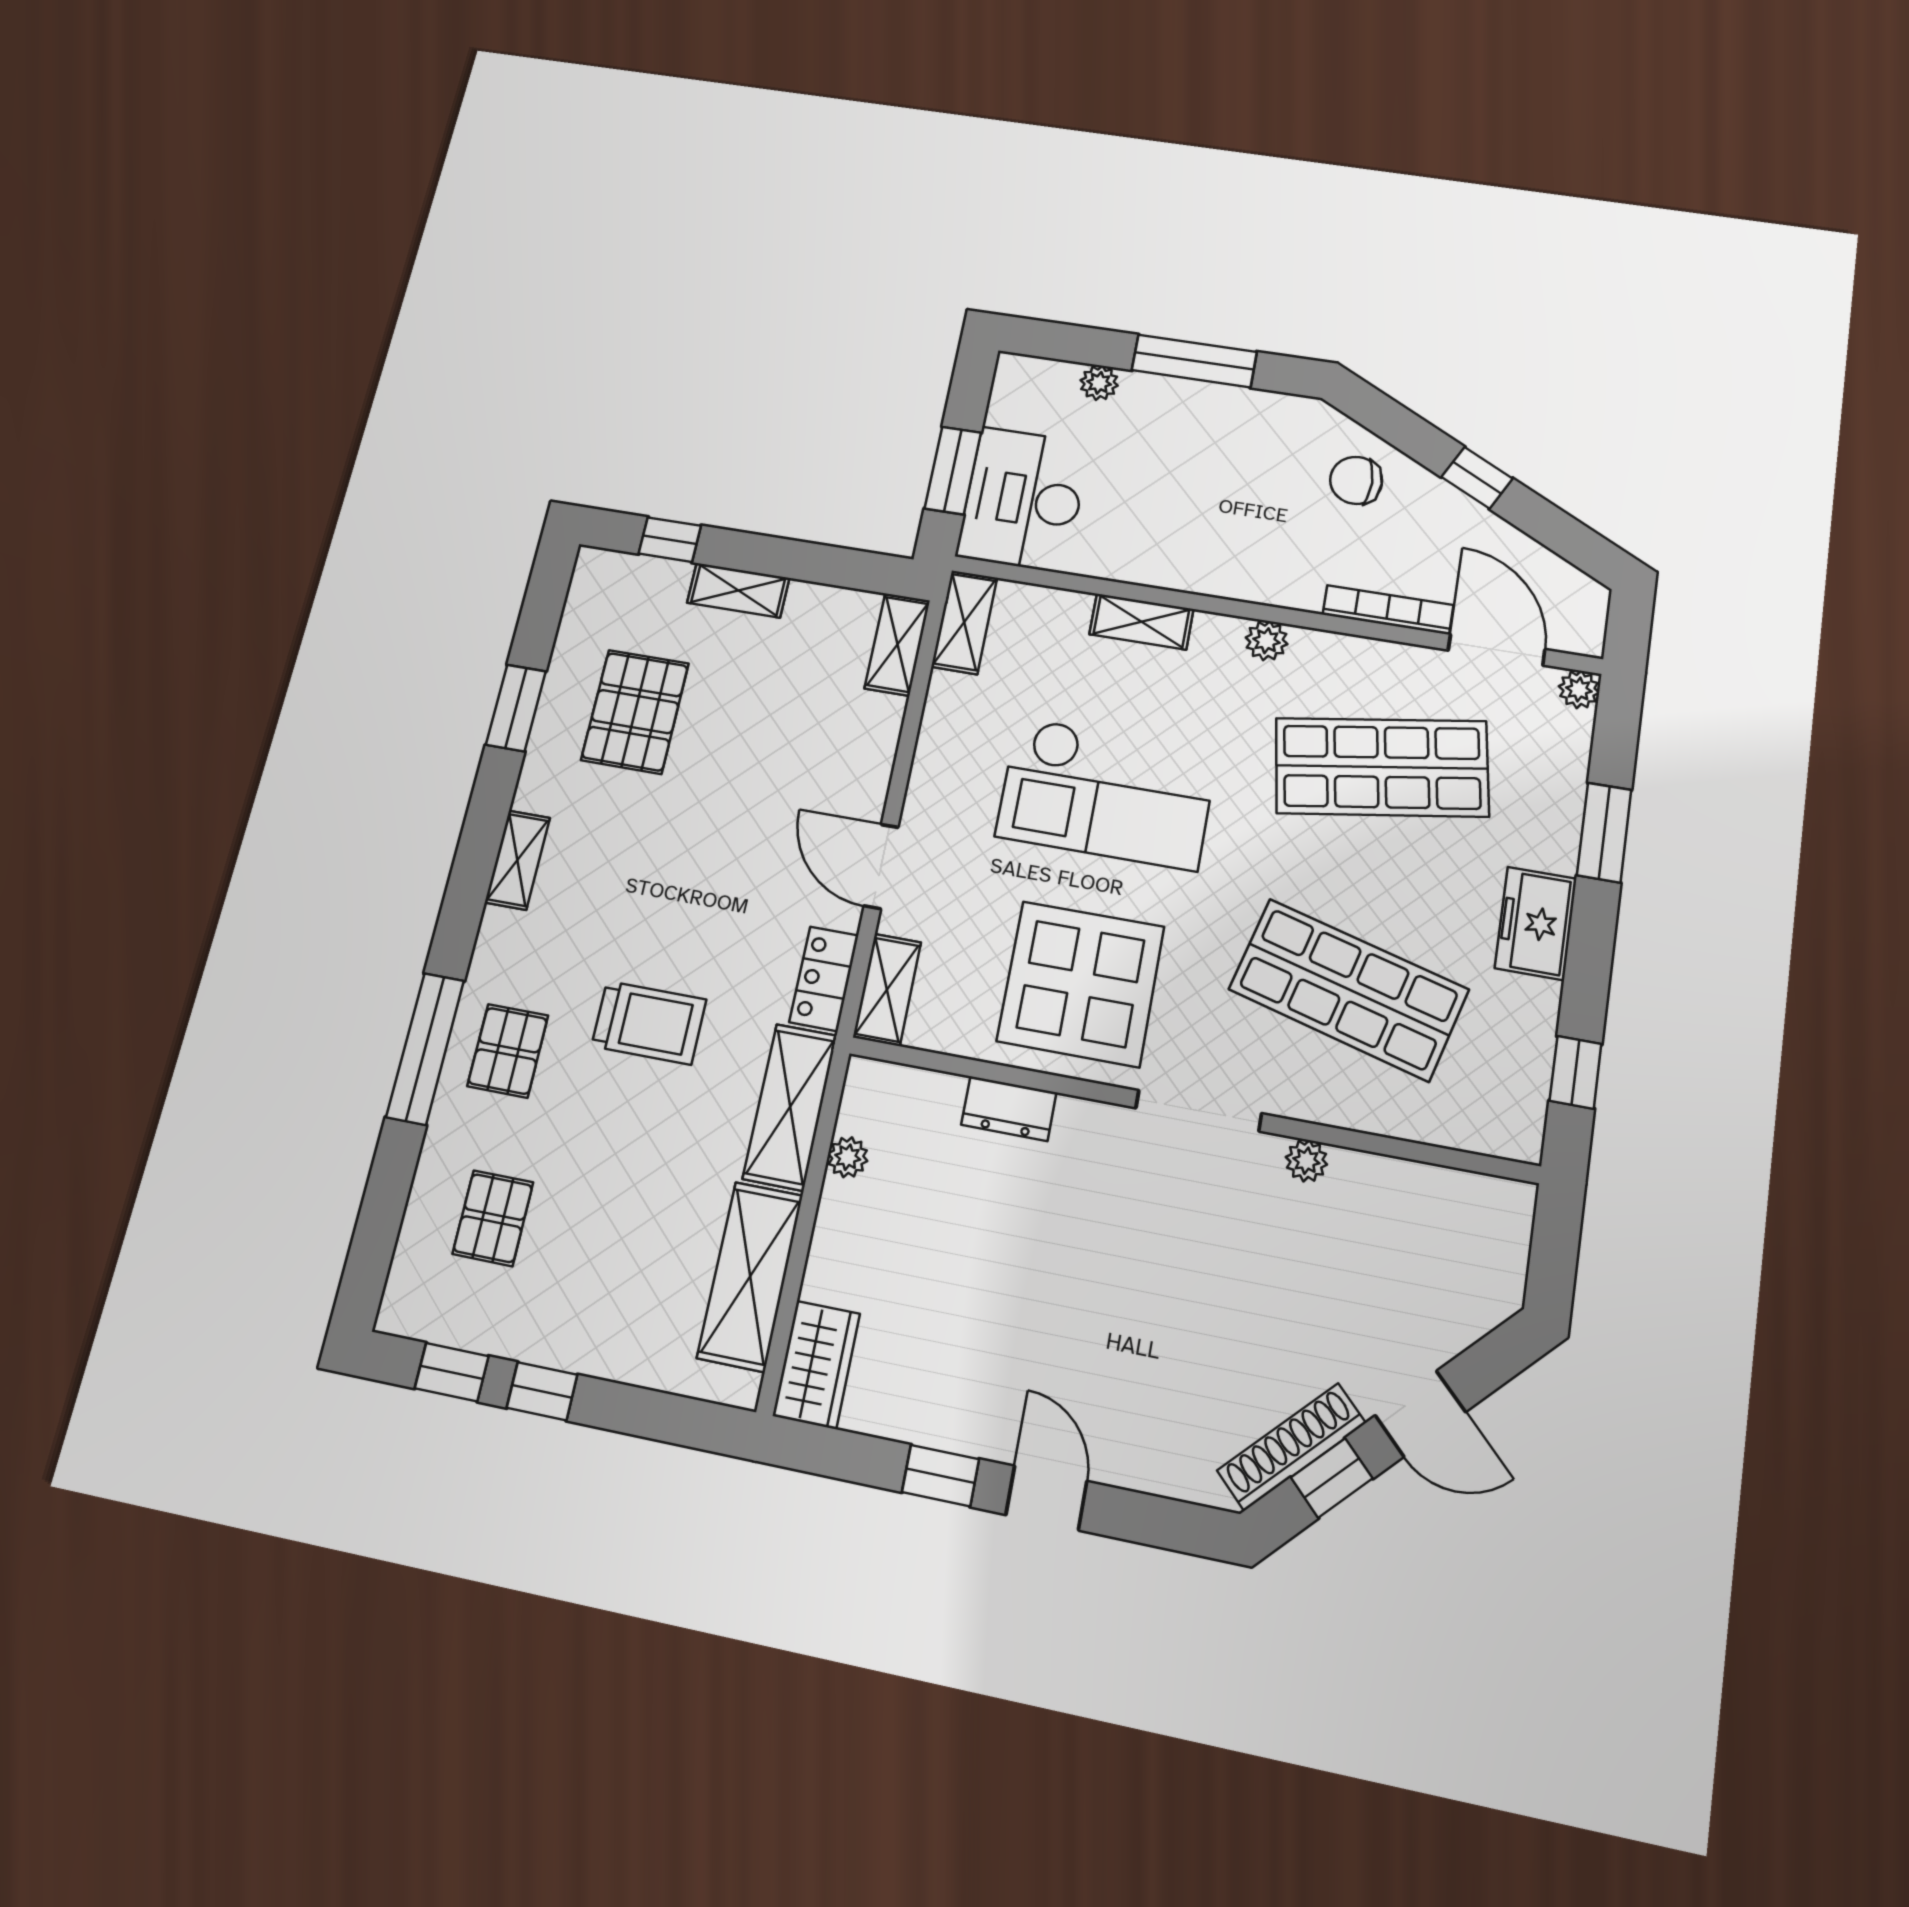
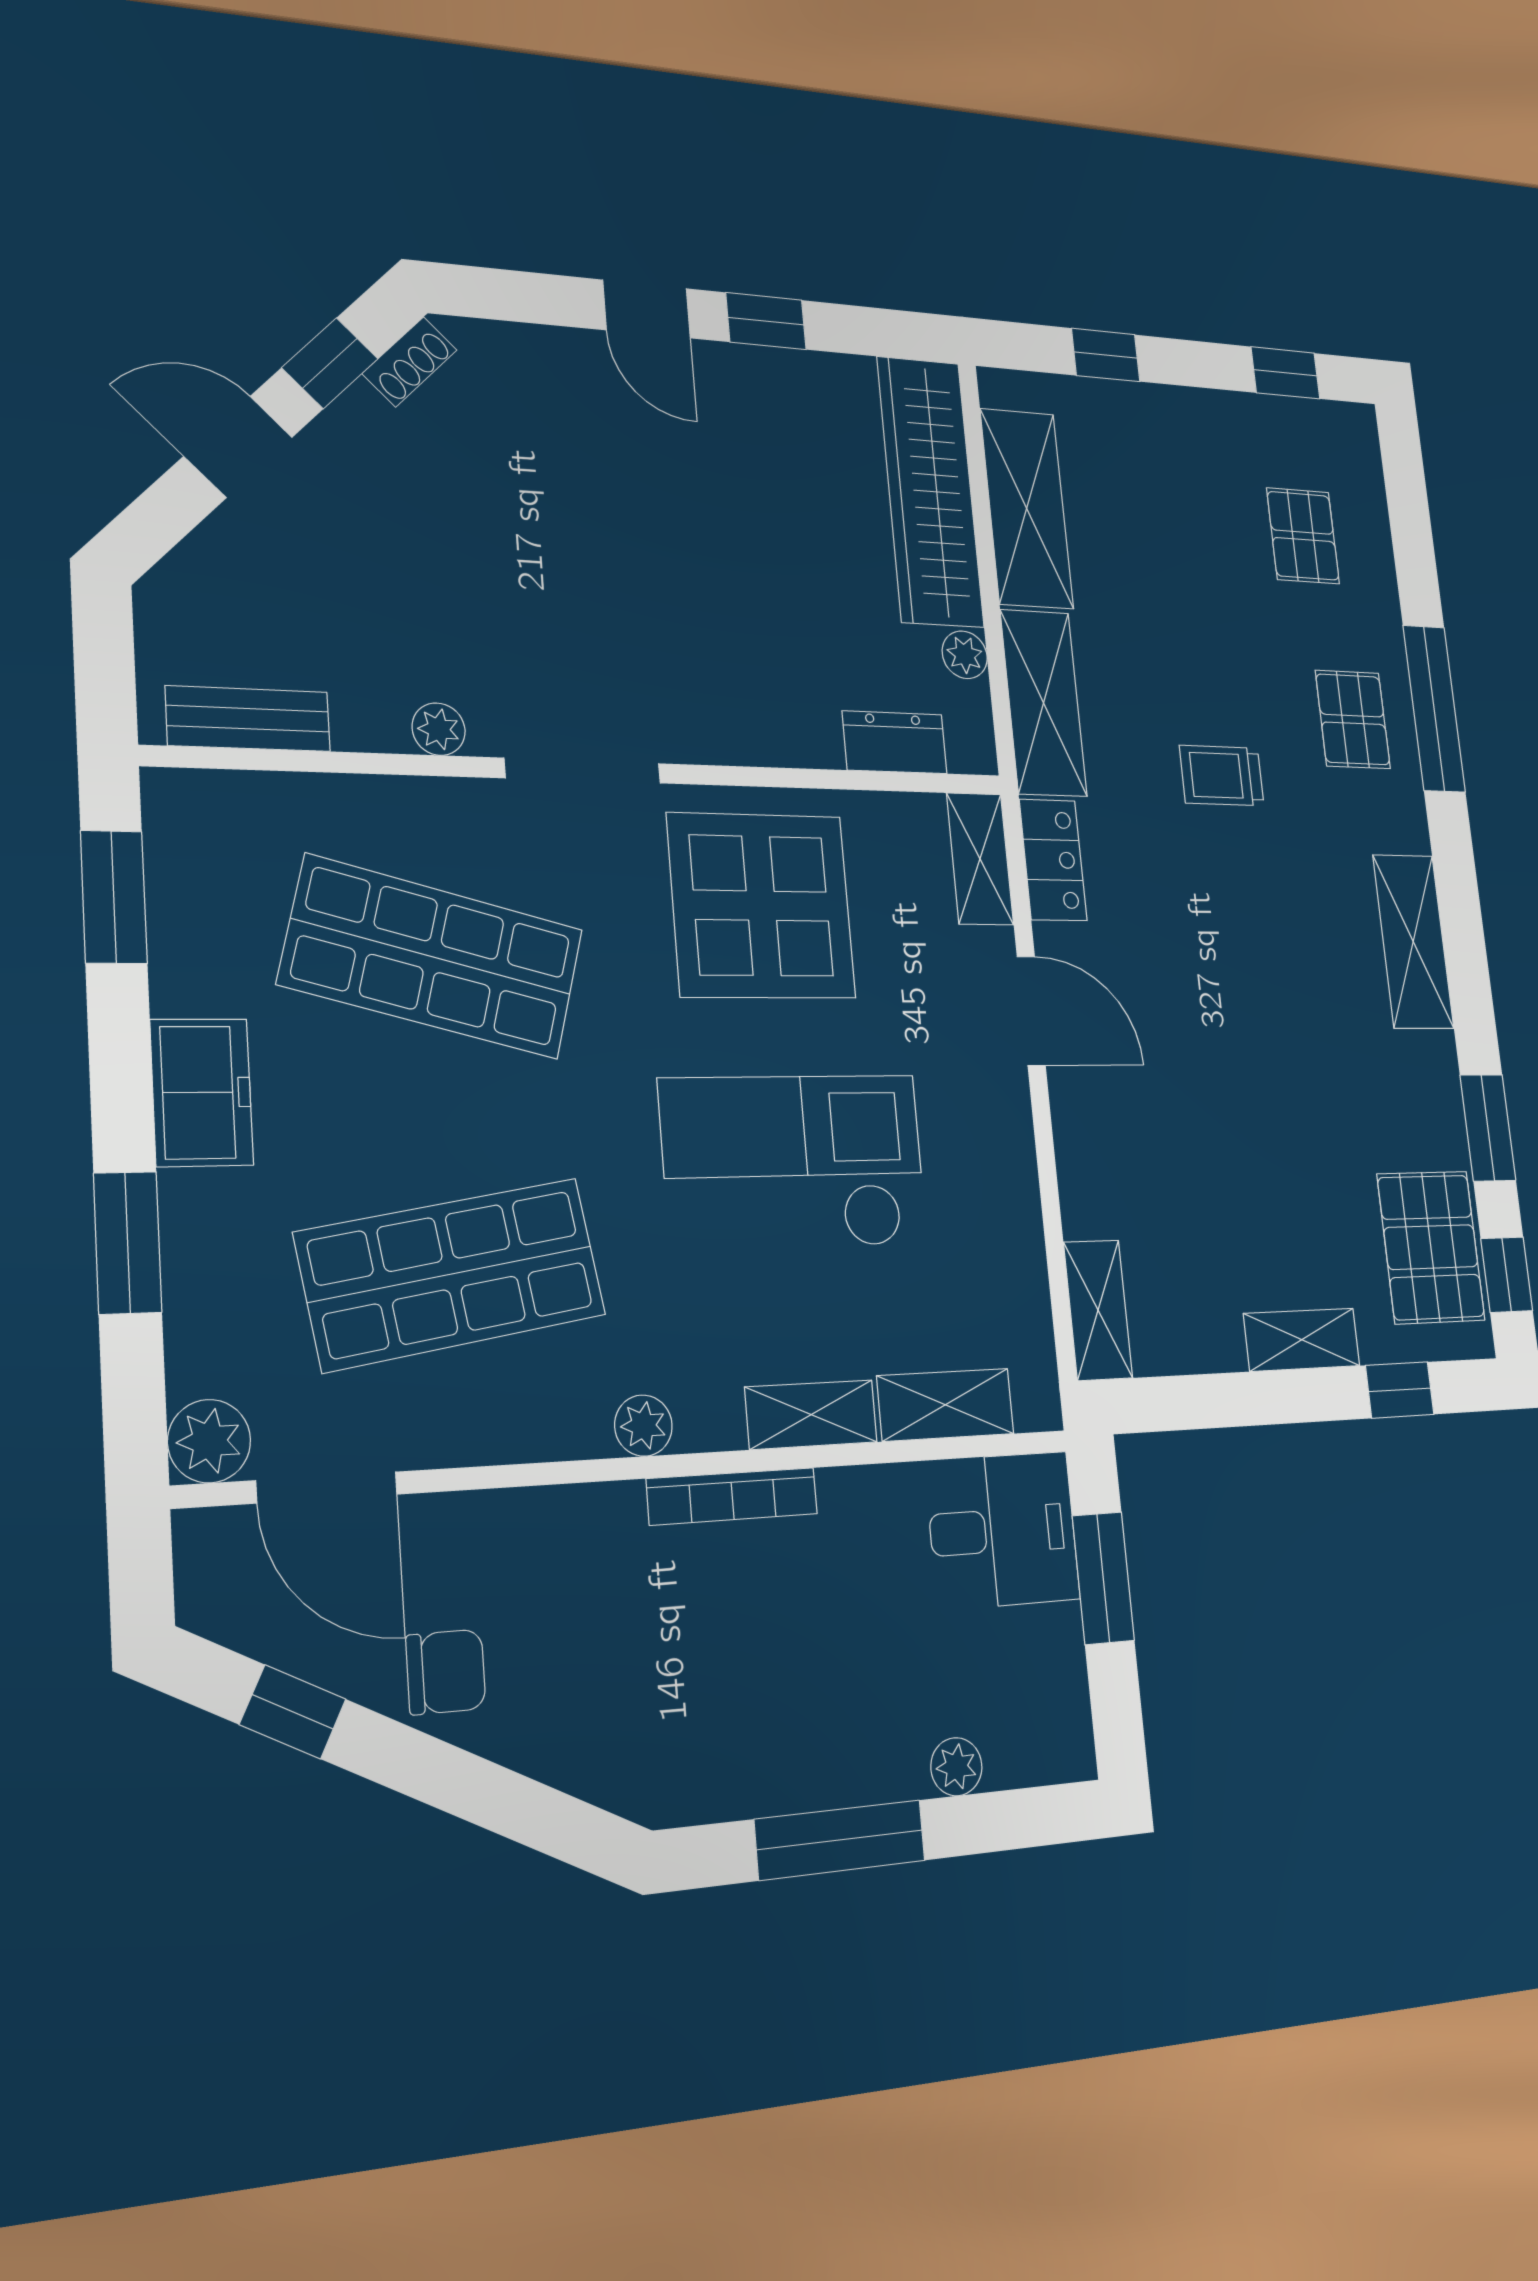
window: (1477, 478) -> (293, 1712), moved
chair: (1356, 480) -> (446, 1672), moved
desk: (1023, 499) -> (1003, 1530), width x0.73
window: (545, 599) -> (1507, 1275), added
bookcase: (1388, 610) -> (732, 1496), moved
shelving: (964, 622) -> (946, 1405), moved, turned 90
plant: (1579, 689) -> (209, 1441), width x1.38, depth x1.38
pallet: (635, 712) -> (1431, 1247), moved
shelving: (517, 860) -> (1413, 942), width x1.50, depth x1.33
trolley: (649, 1023) -> (1222, 775), width x0.73, depth x0.72
window: (1576, 1072) -> (114, 897), width x1.50
dresser: (1009, 1109) -> (895, 742), moved
bench: (1453, 1191) -> (248, 719), added
wardrobe: (816, 1365) -> (930, 491), width x2.10, depth x1.17
window: (542, 1391) -> (1106, 355), moved
shoe rack: (1291, 1447) -> (410, 362), width x0.51, depth x0.81

